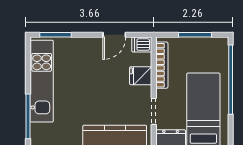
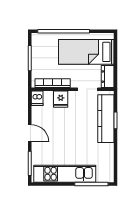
door: (114, 35) -> (30, 133), moved

